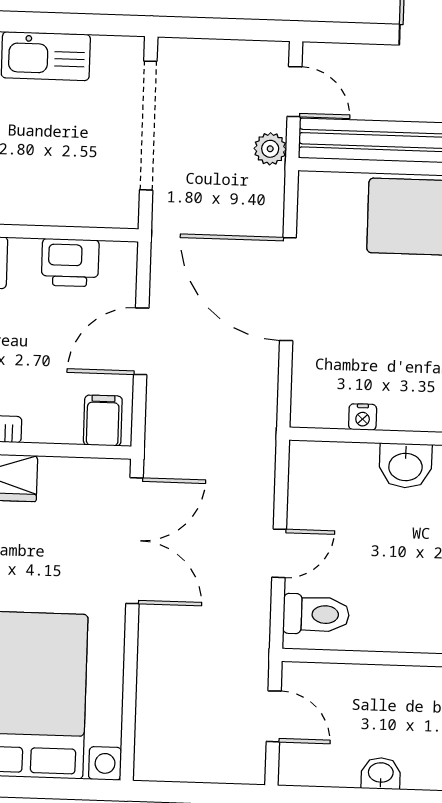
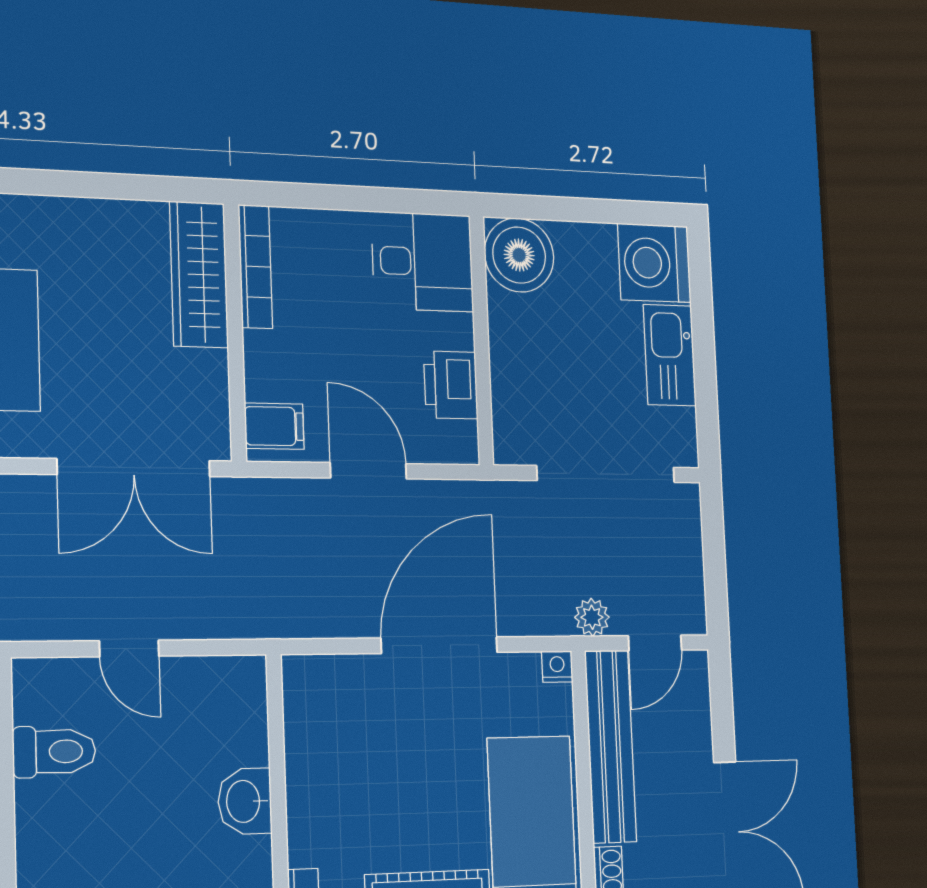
nightstand: (363, 417) -> (557, 667), moved, turned 90
toilet: (316, 614) -> (54, 752), moved, turned -90

